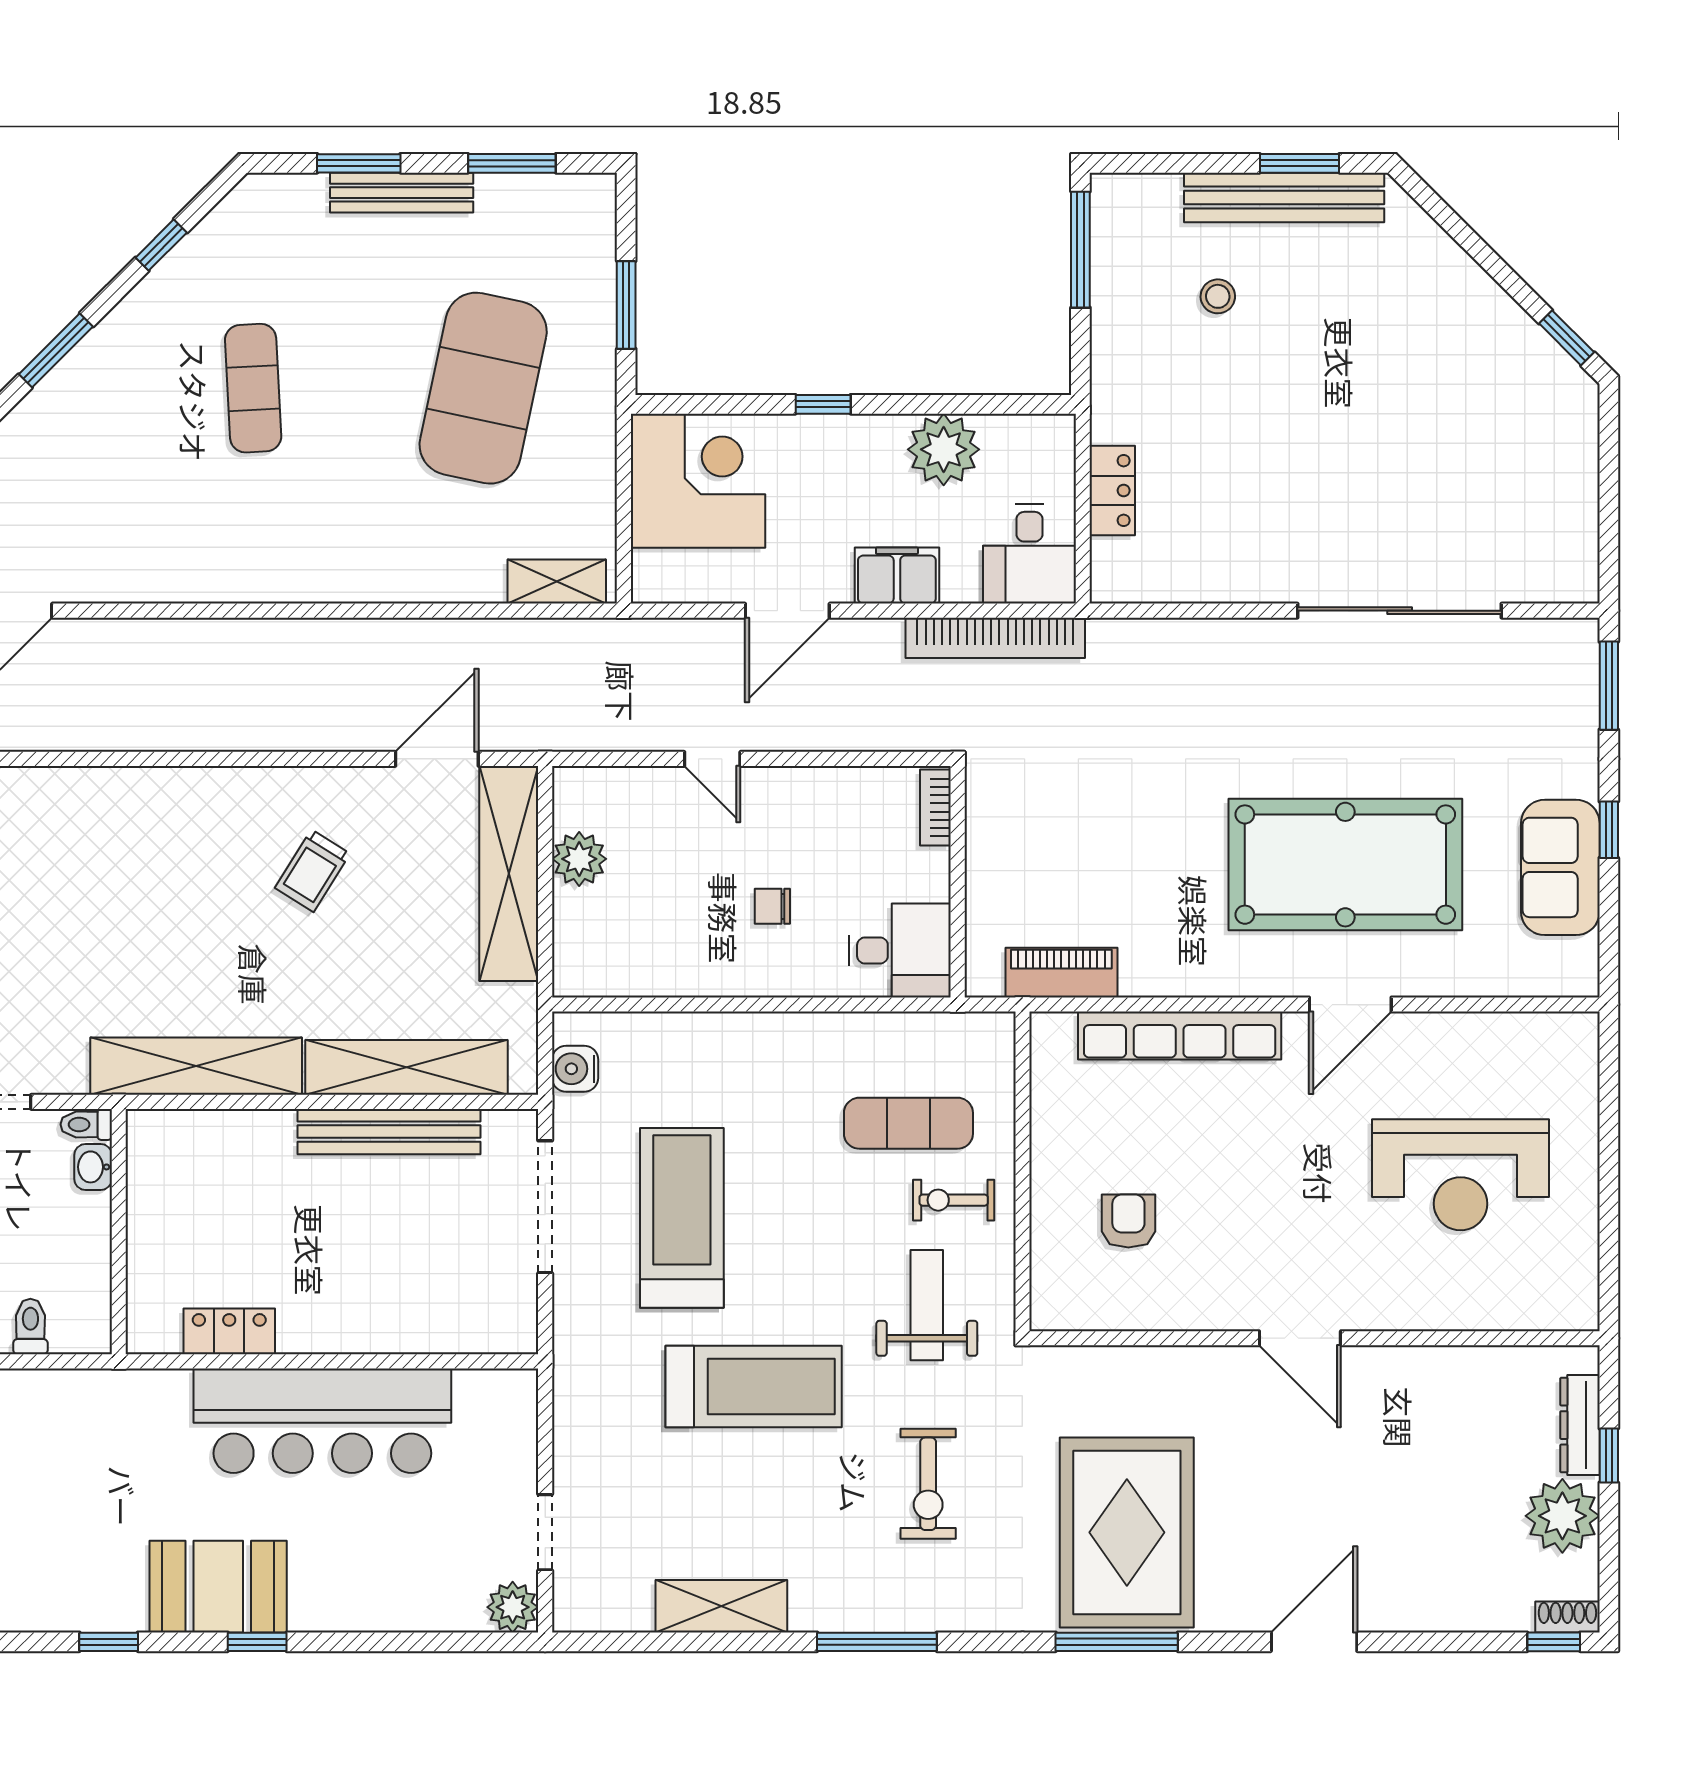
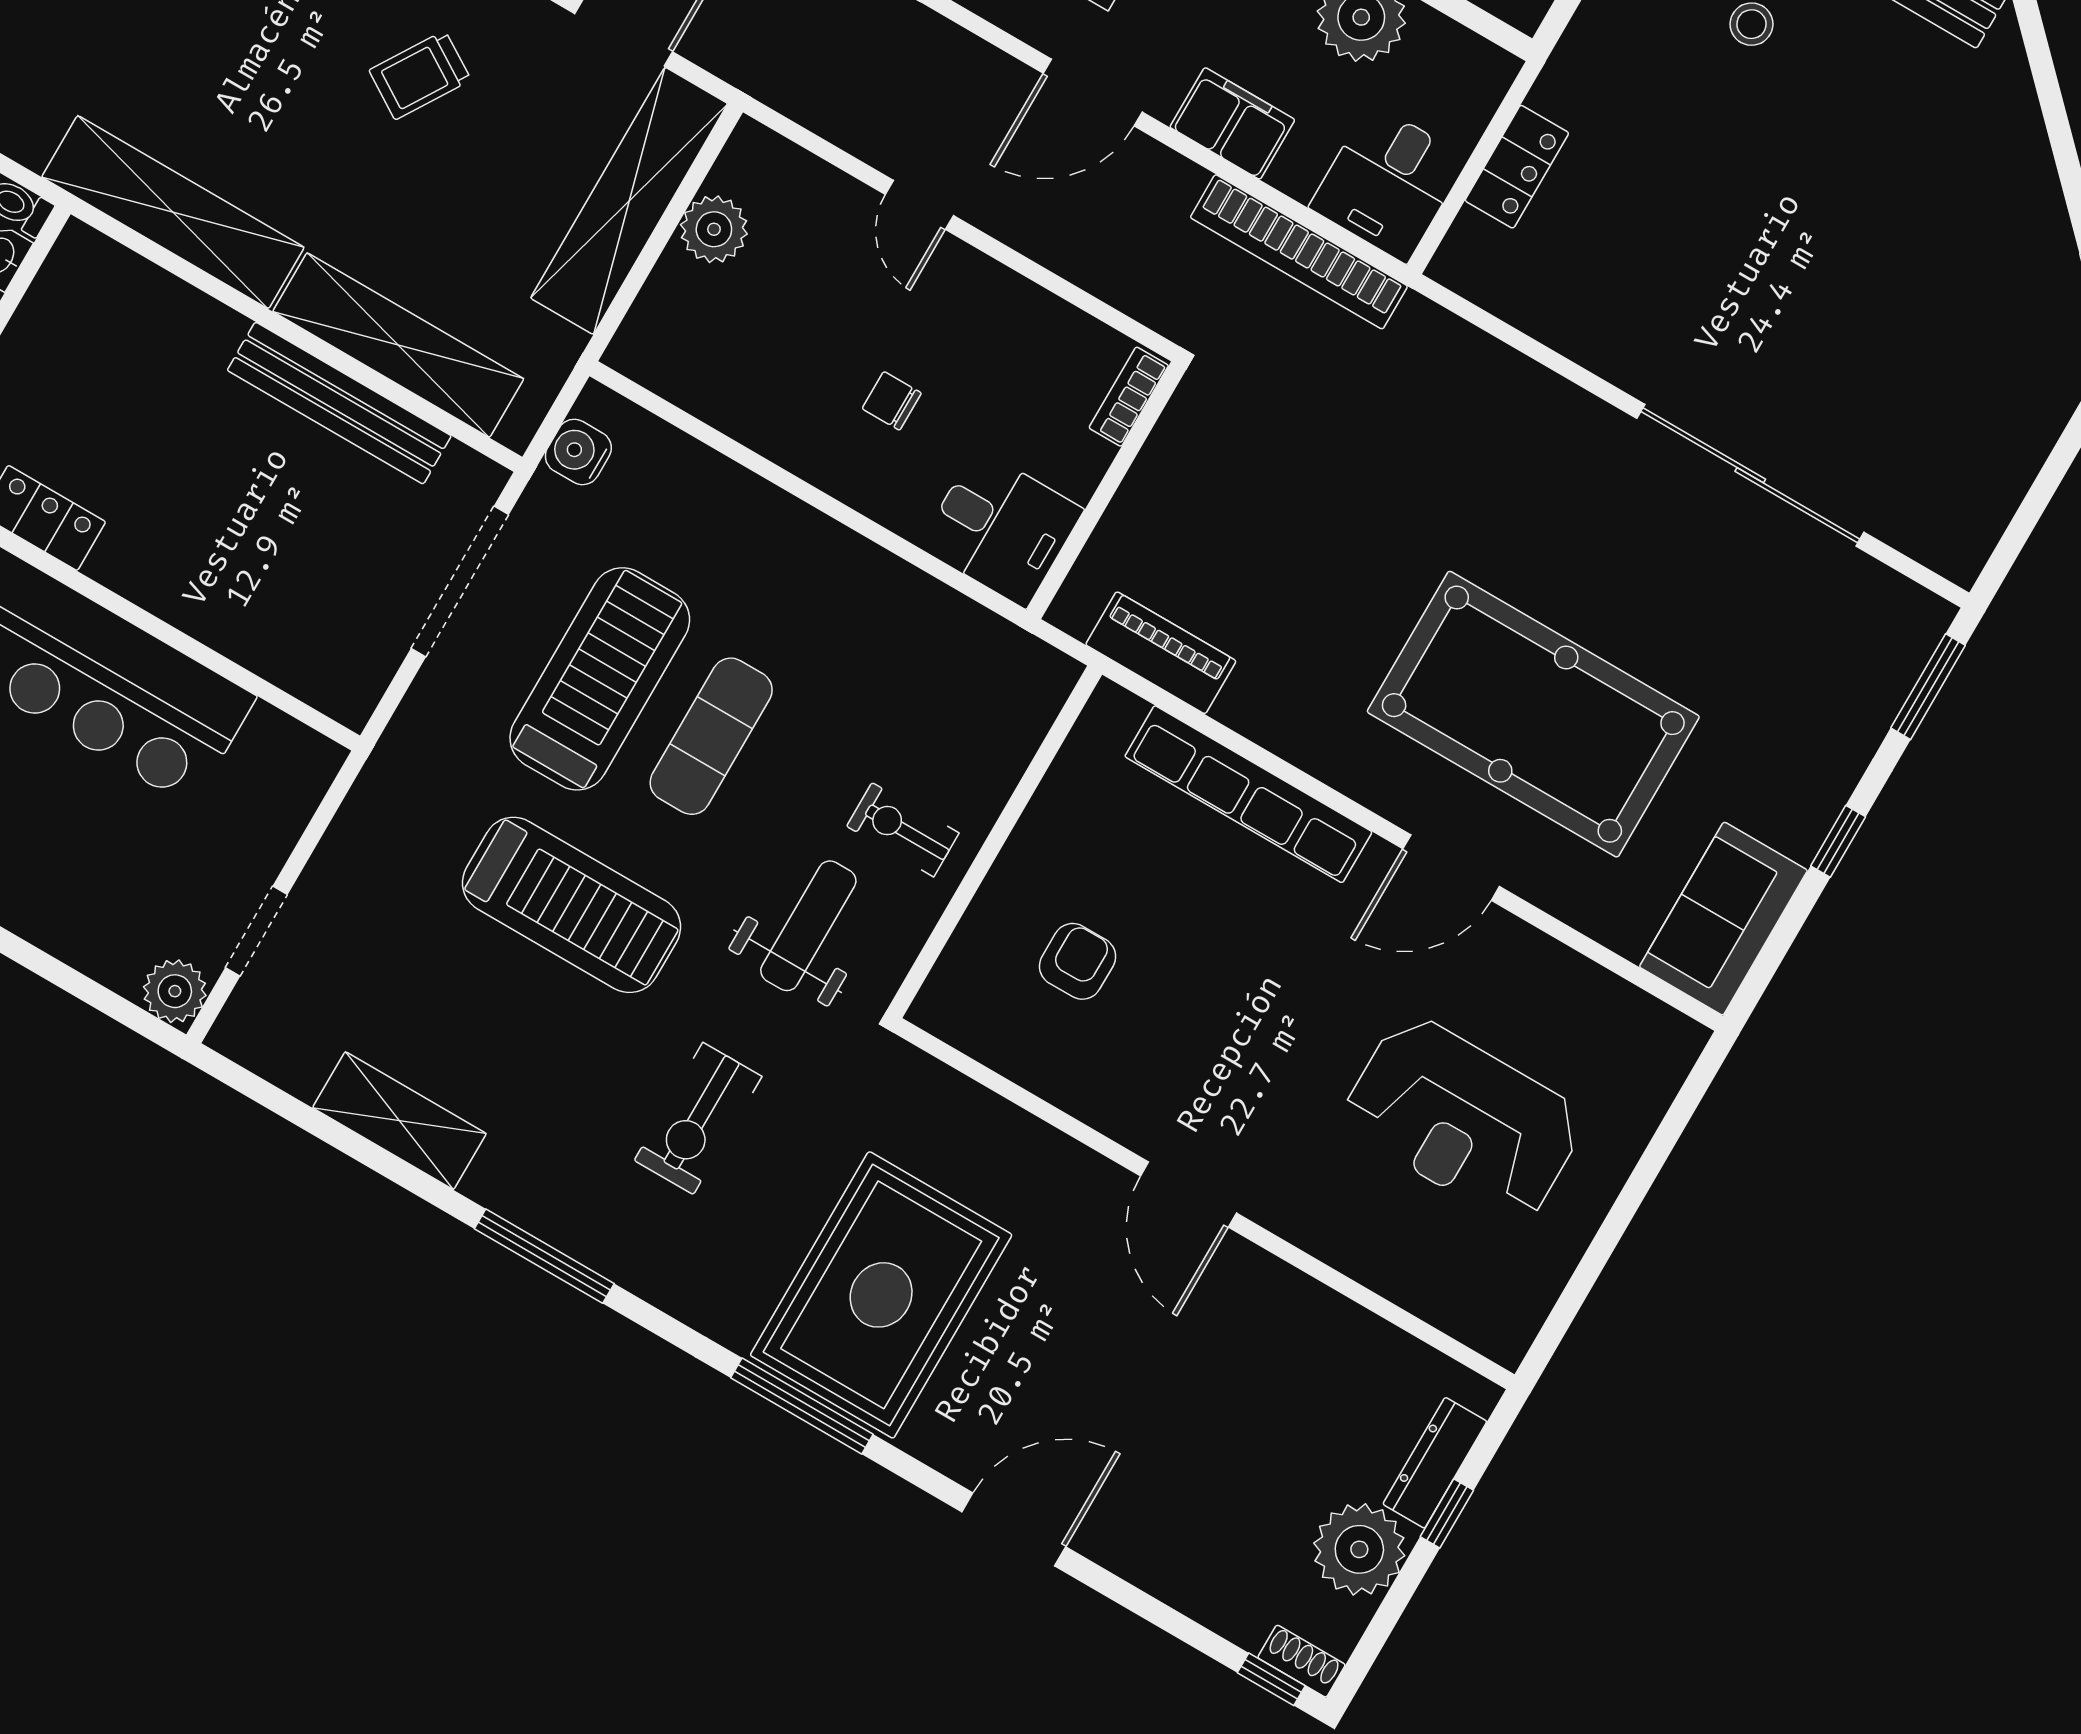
sofa: (1560, 867) -> (1723, 919), moved
exercise mat: (908, 1123) -> (711, 736), moved, turned 90

